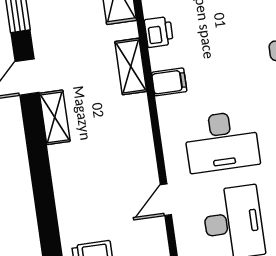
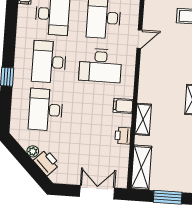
desk: (222, 142) -> (100, 65), turned 180

